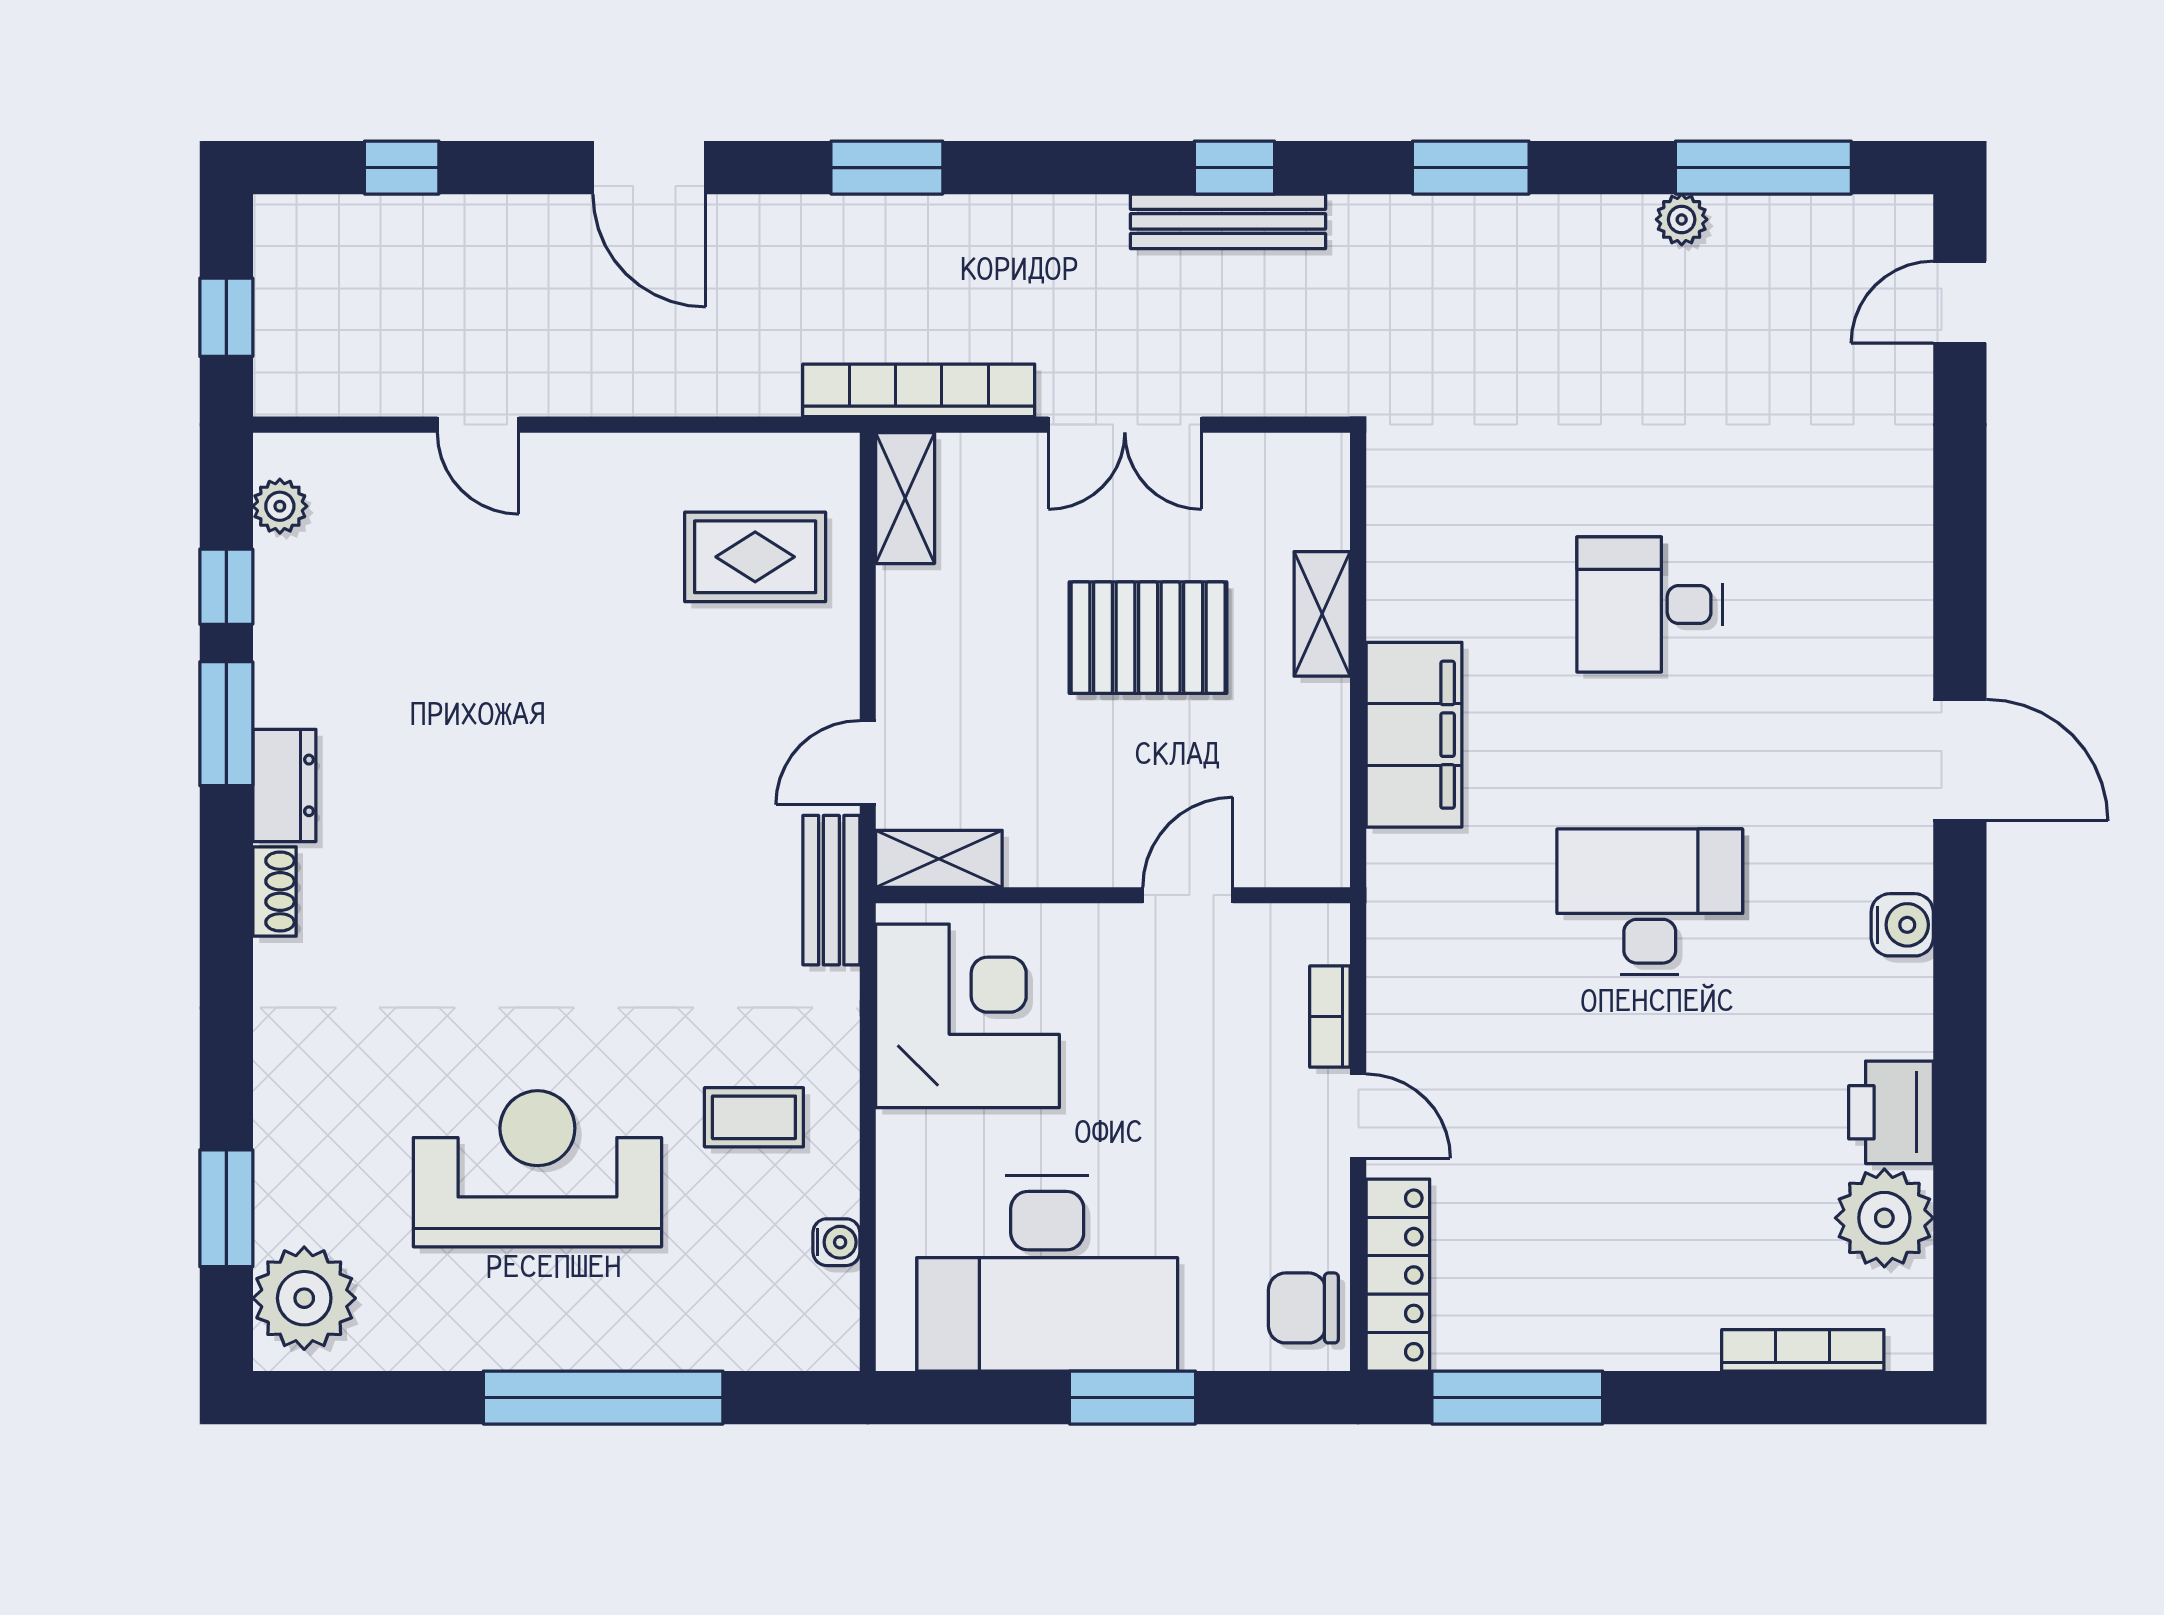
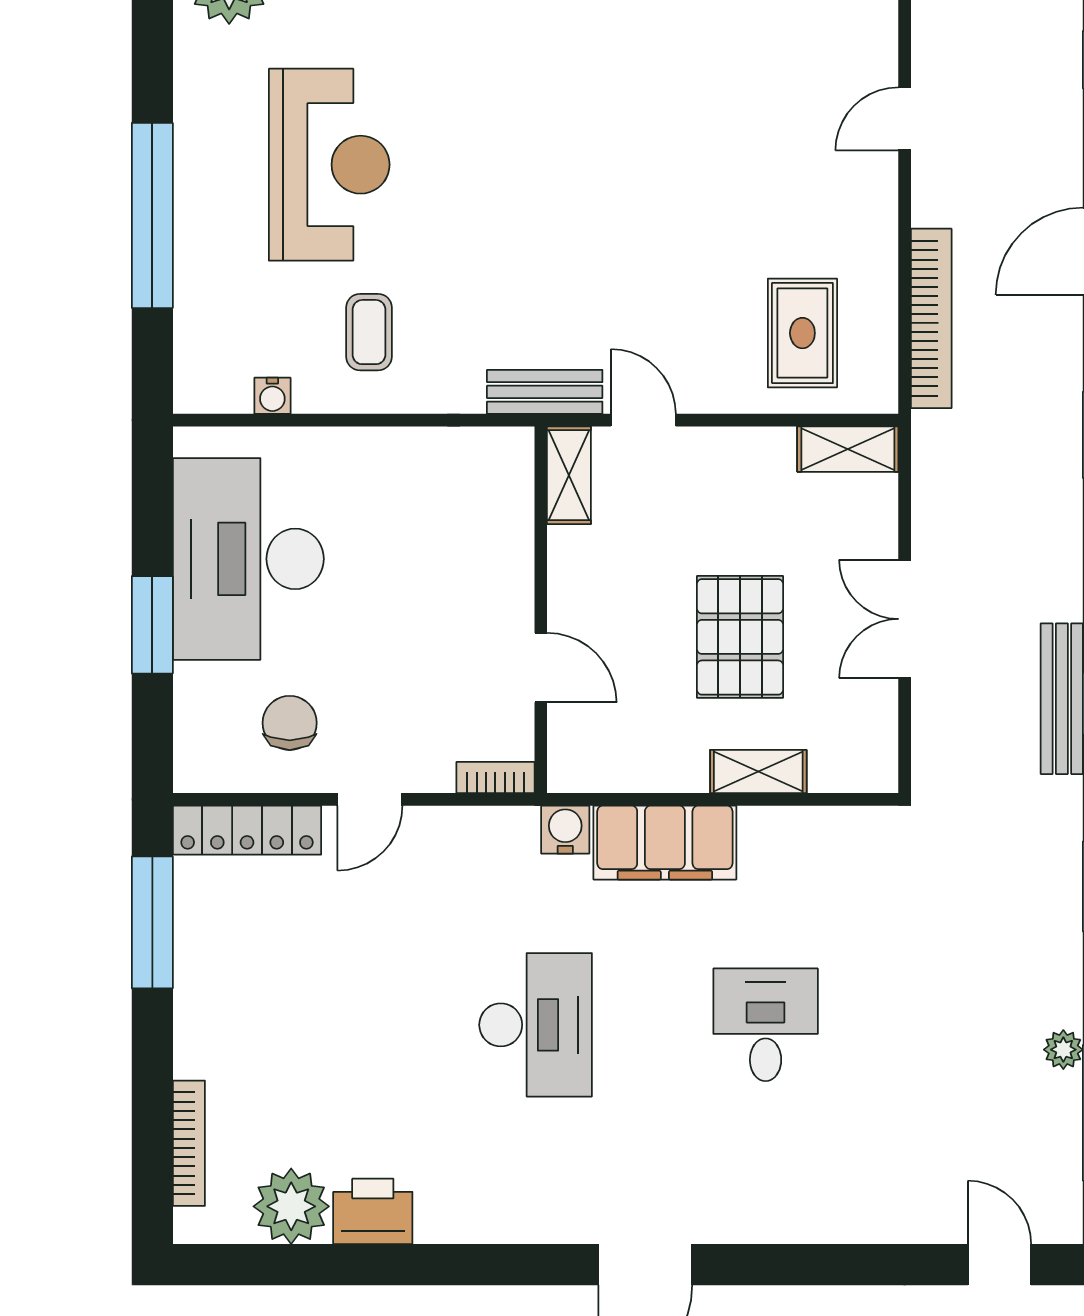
bookcase: (919, 390) -> (931, 318), moved
water cooler: (1902, 925) -> (565, 830), moved, turned 180
corner desk: (967, 1016) -> (447, 497), removed
bookcase: (1330, 1017) -> (495, 778), moved
chair: (1303, 1308) -> (290, 723), moved

